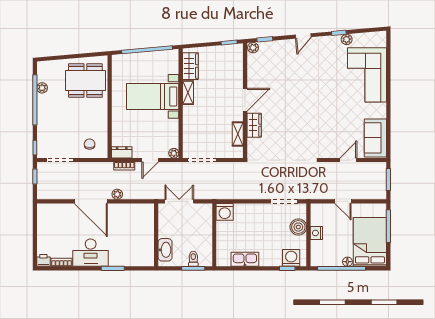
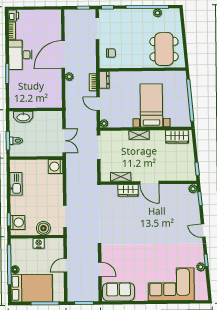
shelving: (188, 93) -> (139, 135), moved
double door: (179, 201) -> (64, 141), moved

